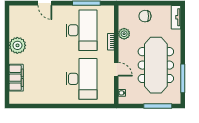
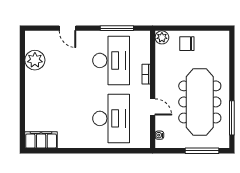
tv unit: (176, 17) -> (224, 45), removed
plant: (124, 34) -> (162, 37), moved
plant: (17, 45) -> (35, 60), moved
filing cabinet: (16, 78) -> (41, 140), moved, turned -90

